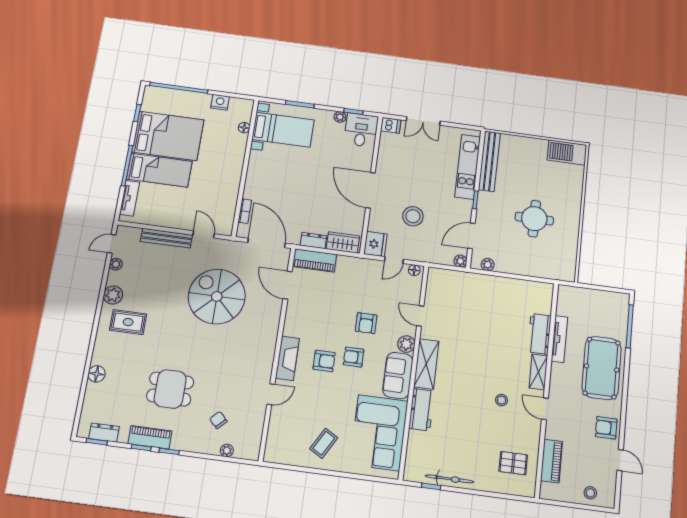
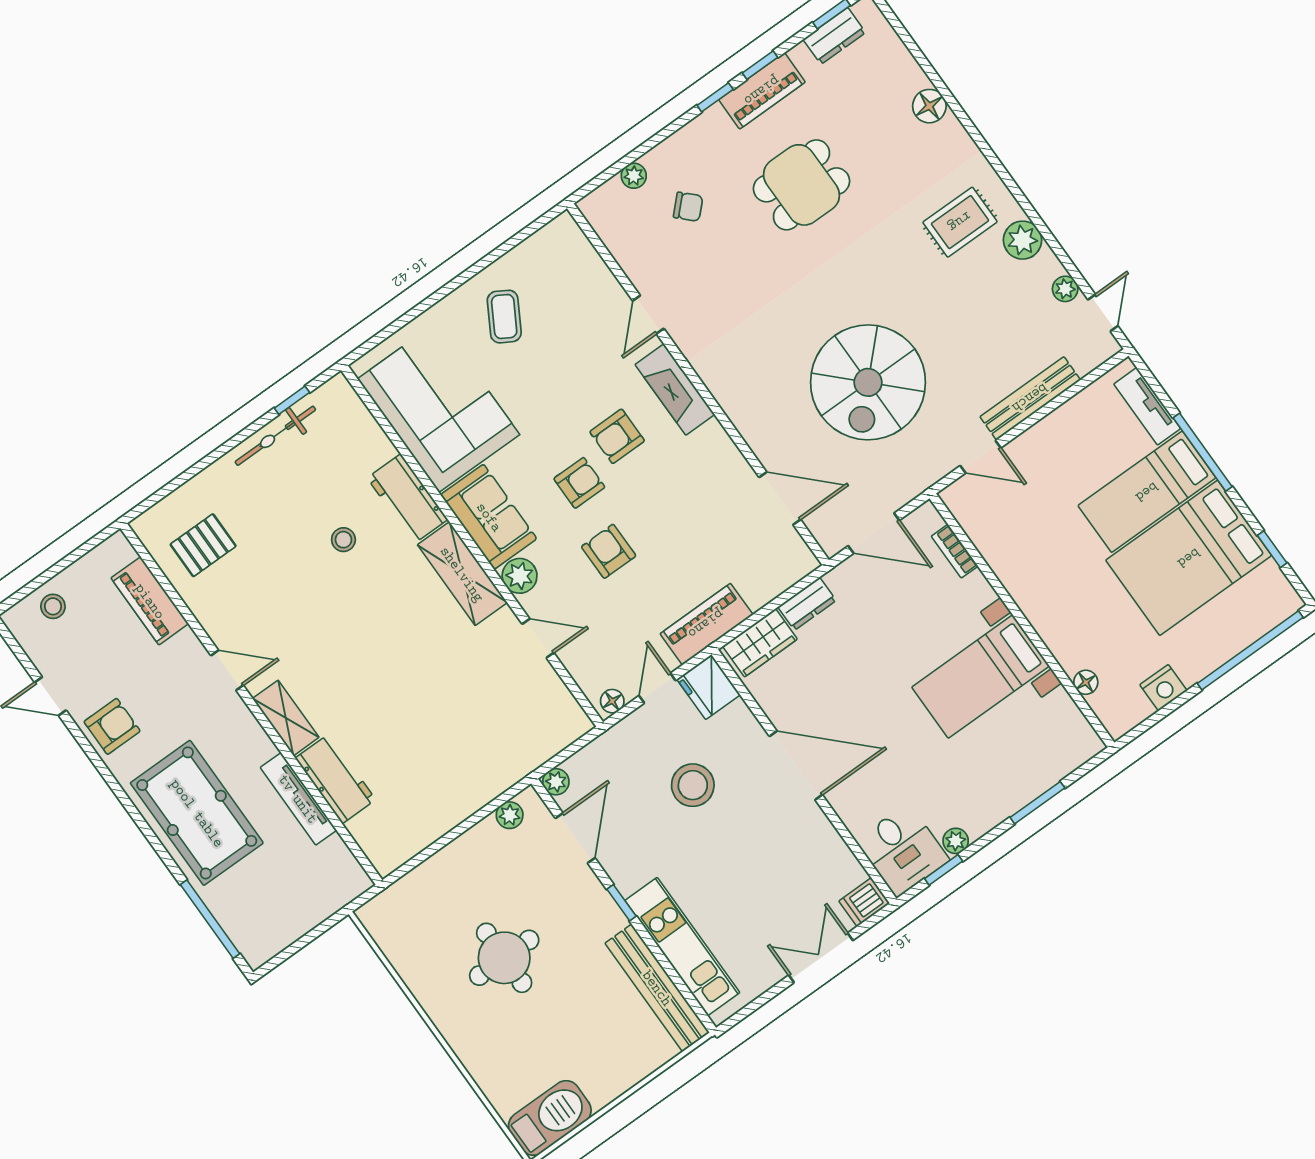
bed with nightstands: (283, 130) -> (981, 677), moved
door: (267, 243) -> (874, 533), width x0.73
piano: (315, 260) -> (706, 624), moved
spiral stairs: (217, 296) -> (868, 382), turned 90
stool: (501, 400) -> (343, 540), moved

